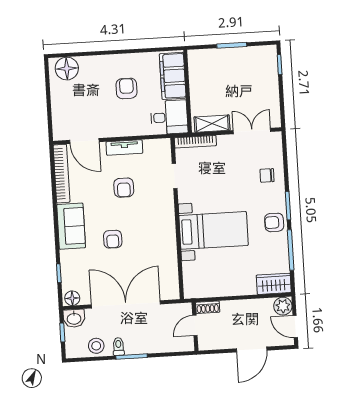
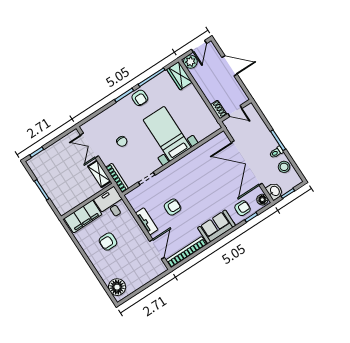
chair: (267, 175) -> (122, 141), moved
armchair: (113, 239) -> (243, 208), moved

